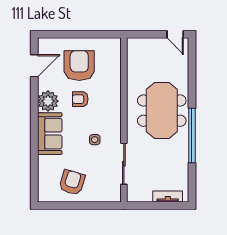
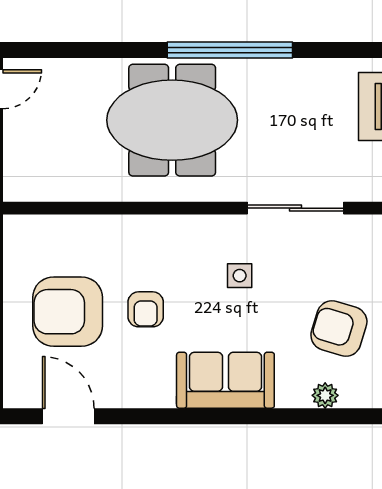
plant: (48, 101) -> (325, 395), moved, width x0.53, depth x0.53

